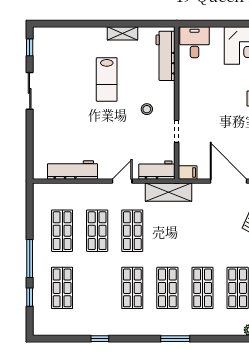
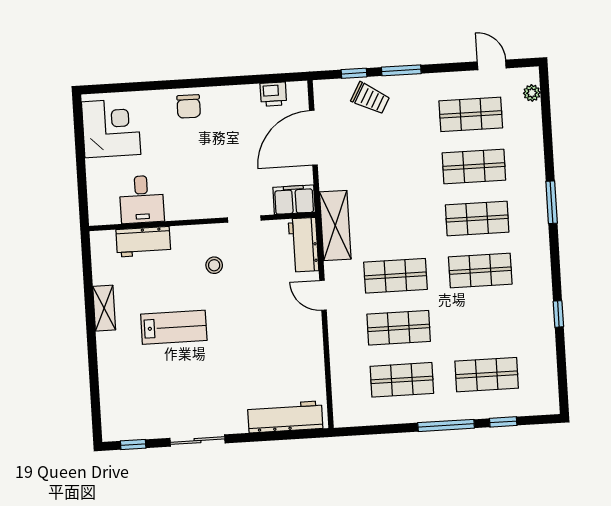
desk: (195, 42) -> (142, 199), moved, turned -90
workbench: (166, 56) -> (143, 242), width x0.73
workbench: (73, 170) -> (285, 417), moved, turned 90
filing cabinet: (188, 172) -> (294, 200), width x2.00

